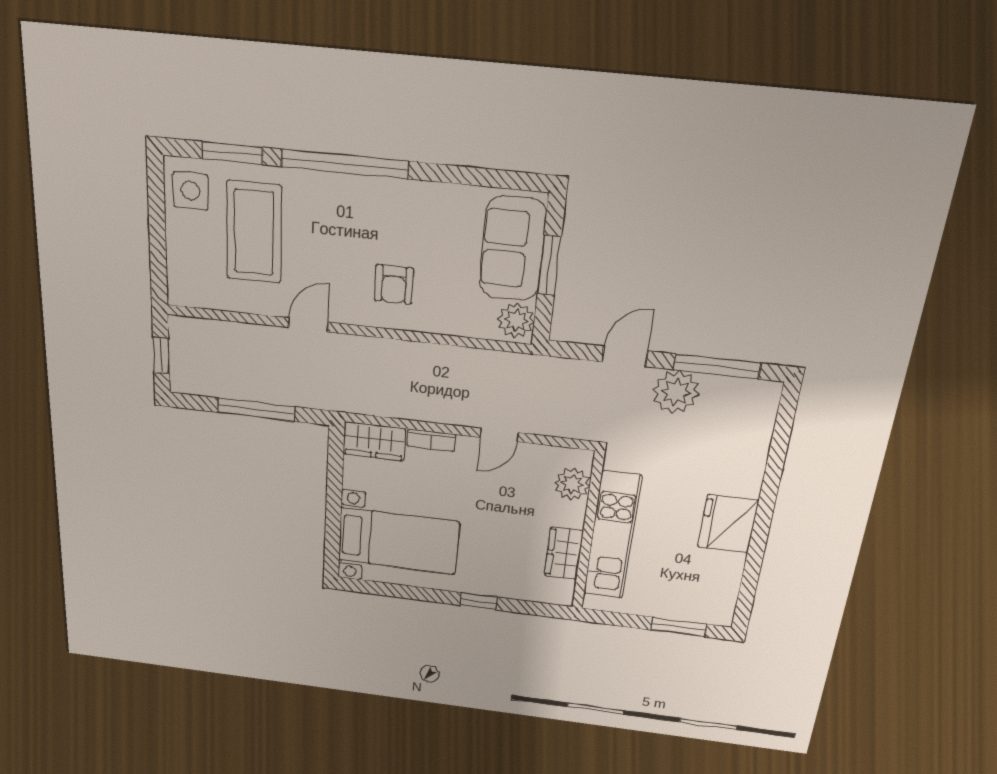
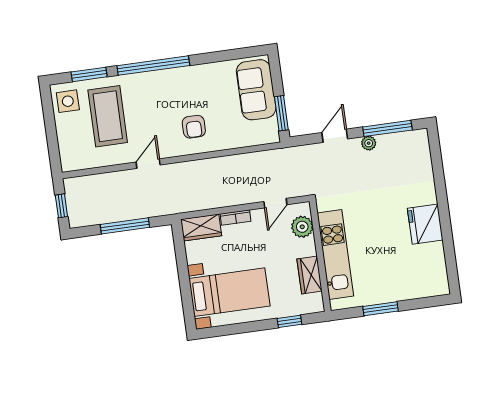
window: (549, 265) -> (281, 113), moved
plant: (516, 320) -> (268, 130), removed
plant: (676, 392) -> (369, 143), width x0.53, depth x0.53
plant: (572, 484) -> (302, 227), moved
wall: (588, 532) -> (320, 256), moved
kitchen unit: (612, 536) -> (335, 255), moved
wardrobe: (564, 553) -> (310, 275), moved
window: (679, 627) -> (380, 309), moved

